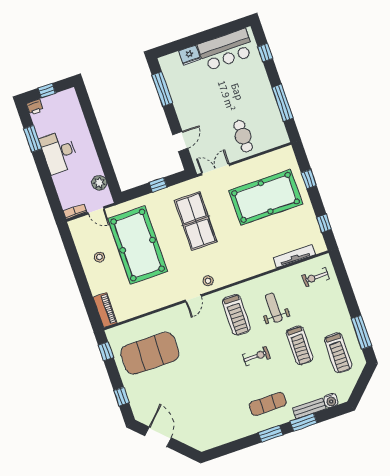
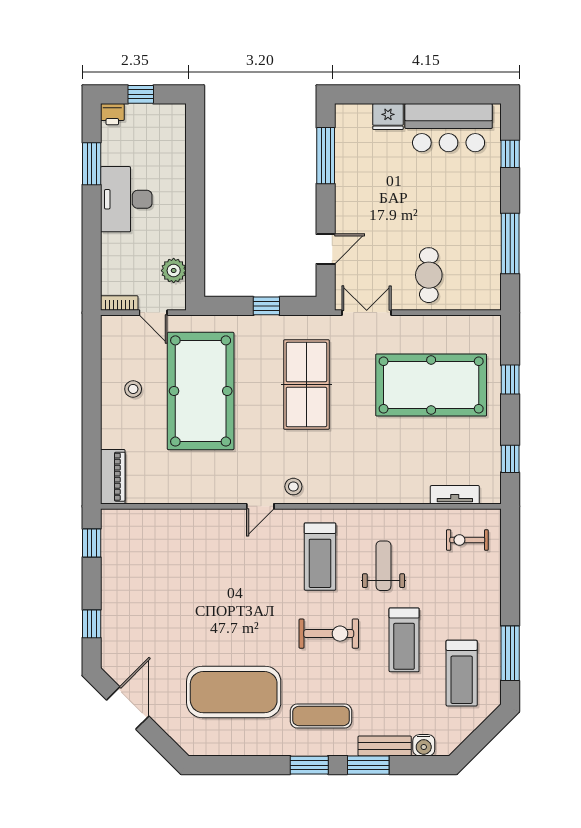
tv unit: (294, 256) -> (455, 495), width x0.71
exercise mat: (150, 353) -> (234, 692), moved
exercise bike: (256, 356) -> (329, 634), width x1.38, depth x1.39

